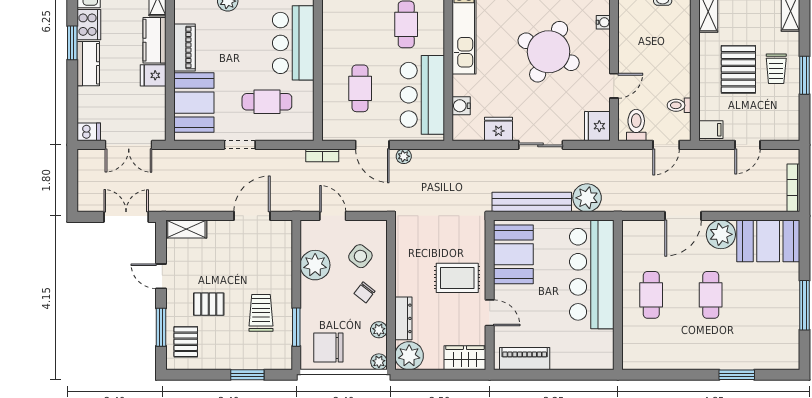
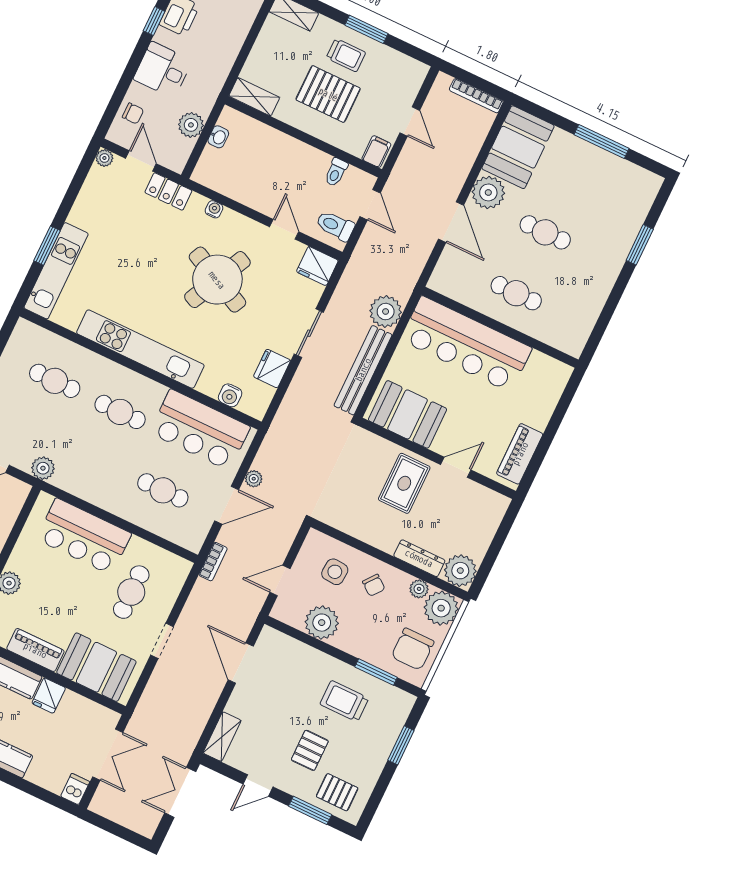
side table: (360, 256) -> (335, 572), turned -34
wardrobe: (465, 358) -> (490, 514), removed
plant: (379, 362) -> (441, 608), width x1.88, depth x1.88

